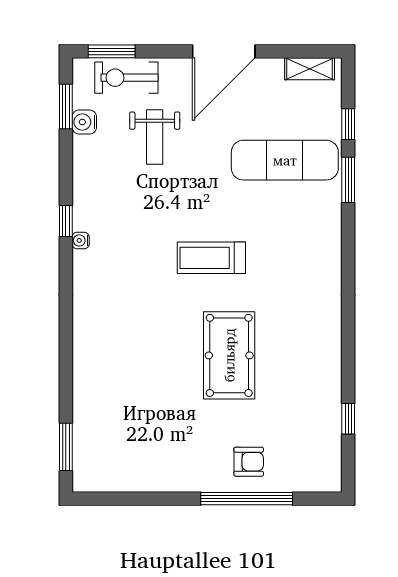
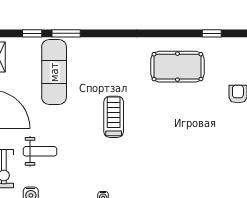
treadmill: (211, 258) -> (114, 117), turned 180
pool table: (229, 355) -> (177, 67), moved

